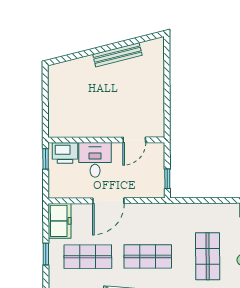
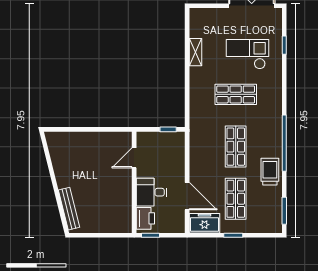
bench: (117, 55) -> (69, 209), moved
door: (134, 140) -> (134, 158), swing flipped
door: (108, 201) -> (187, 196), moved

